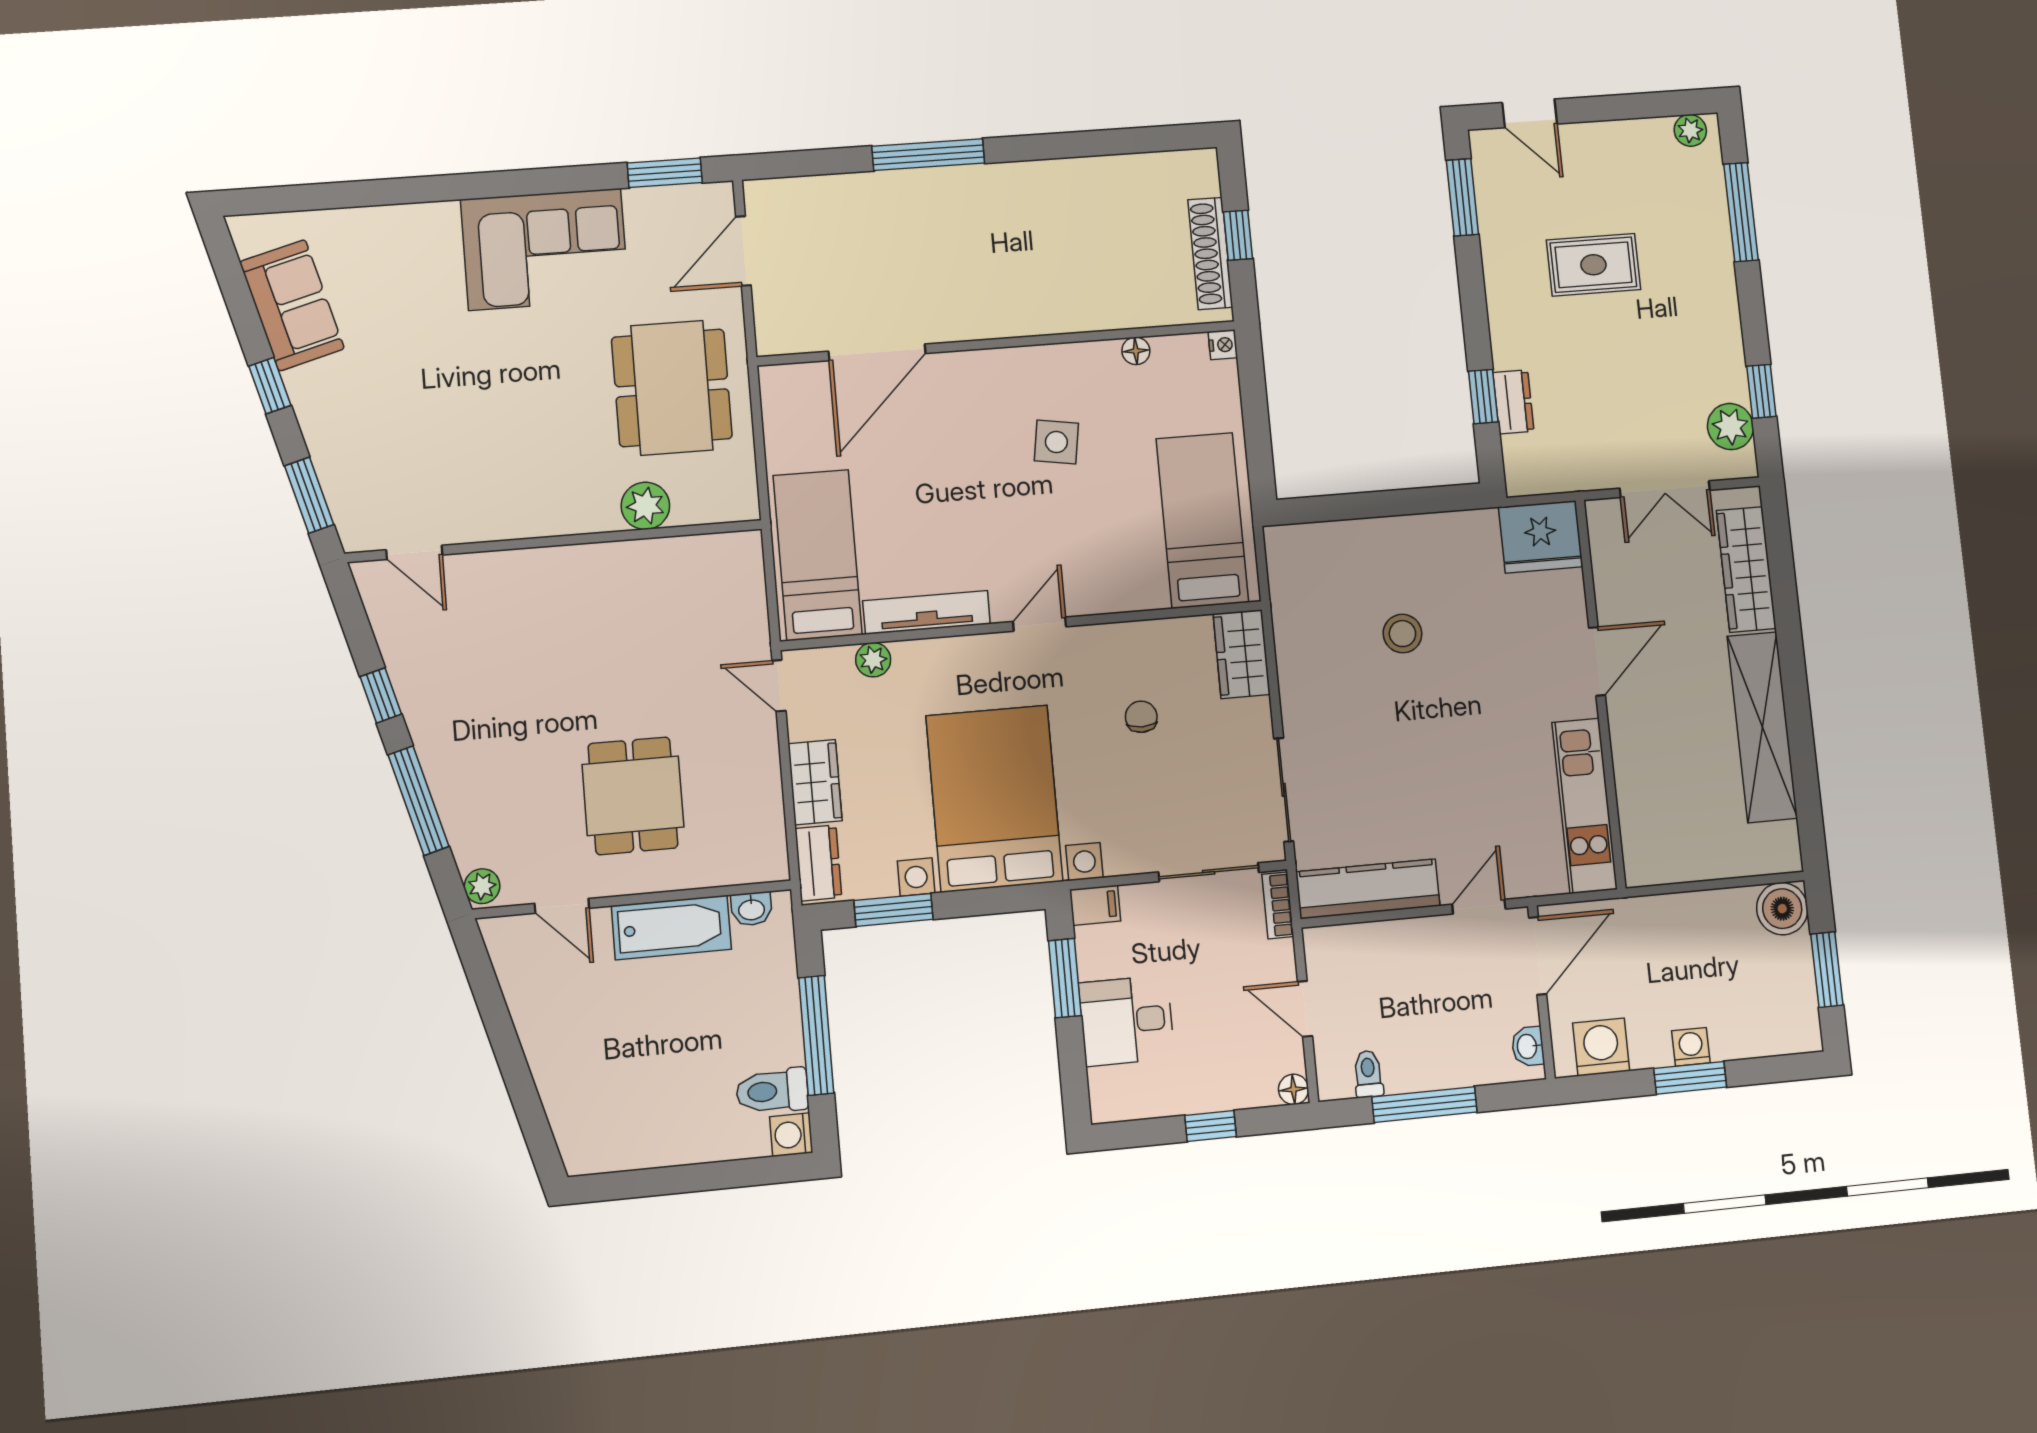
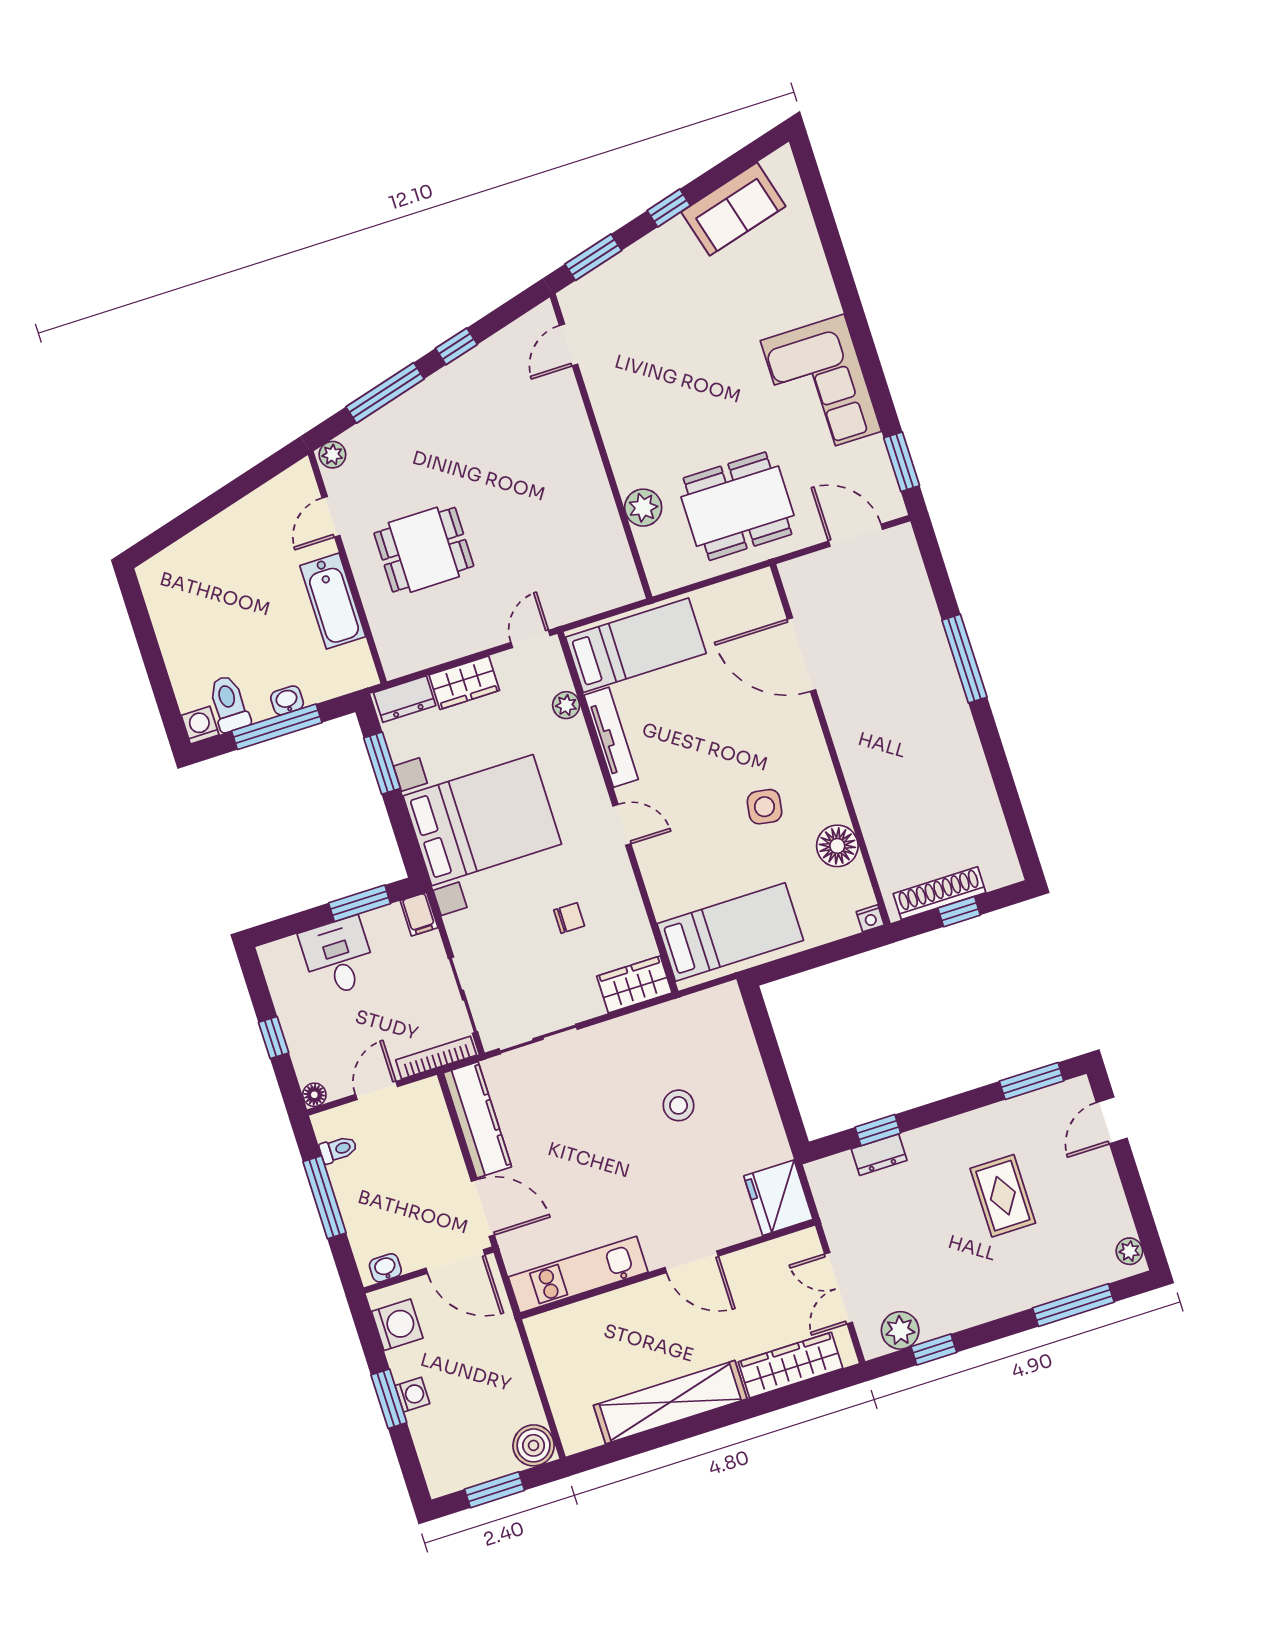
floor lamp: (1136, 351) -> (837, 846), width x1.89, depth x1.89
bookcase: (1278, 905) -> (436, 1058), width x1.56
door: (1479, 907) -> (483, 1208), width x1.38
washbasin: (751, 909) -> (287, 700), moved, turned 90

